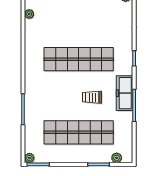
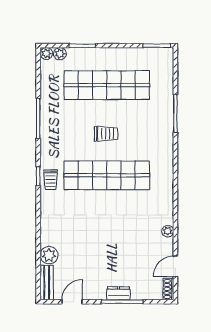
trolley: (124, 56) -> (51, 180), added
freezer: (125, 93) -> (50, 133), removed
trolley: (92, 97) -> (106, 134), moved
plant: (29, 158) -> (46, 53), moved

